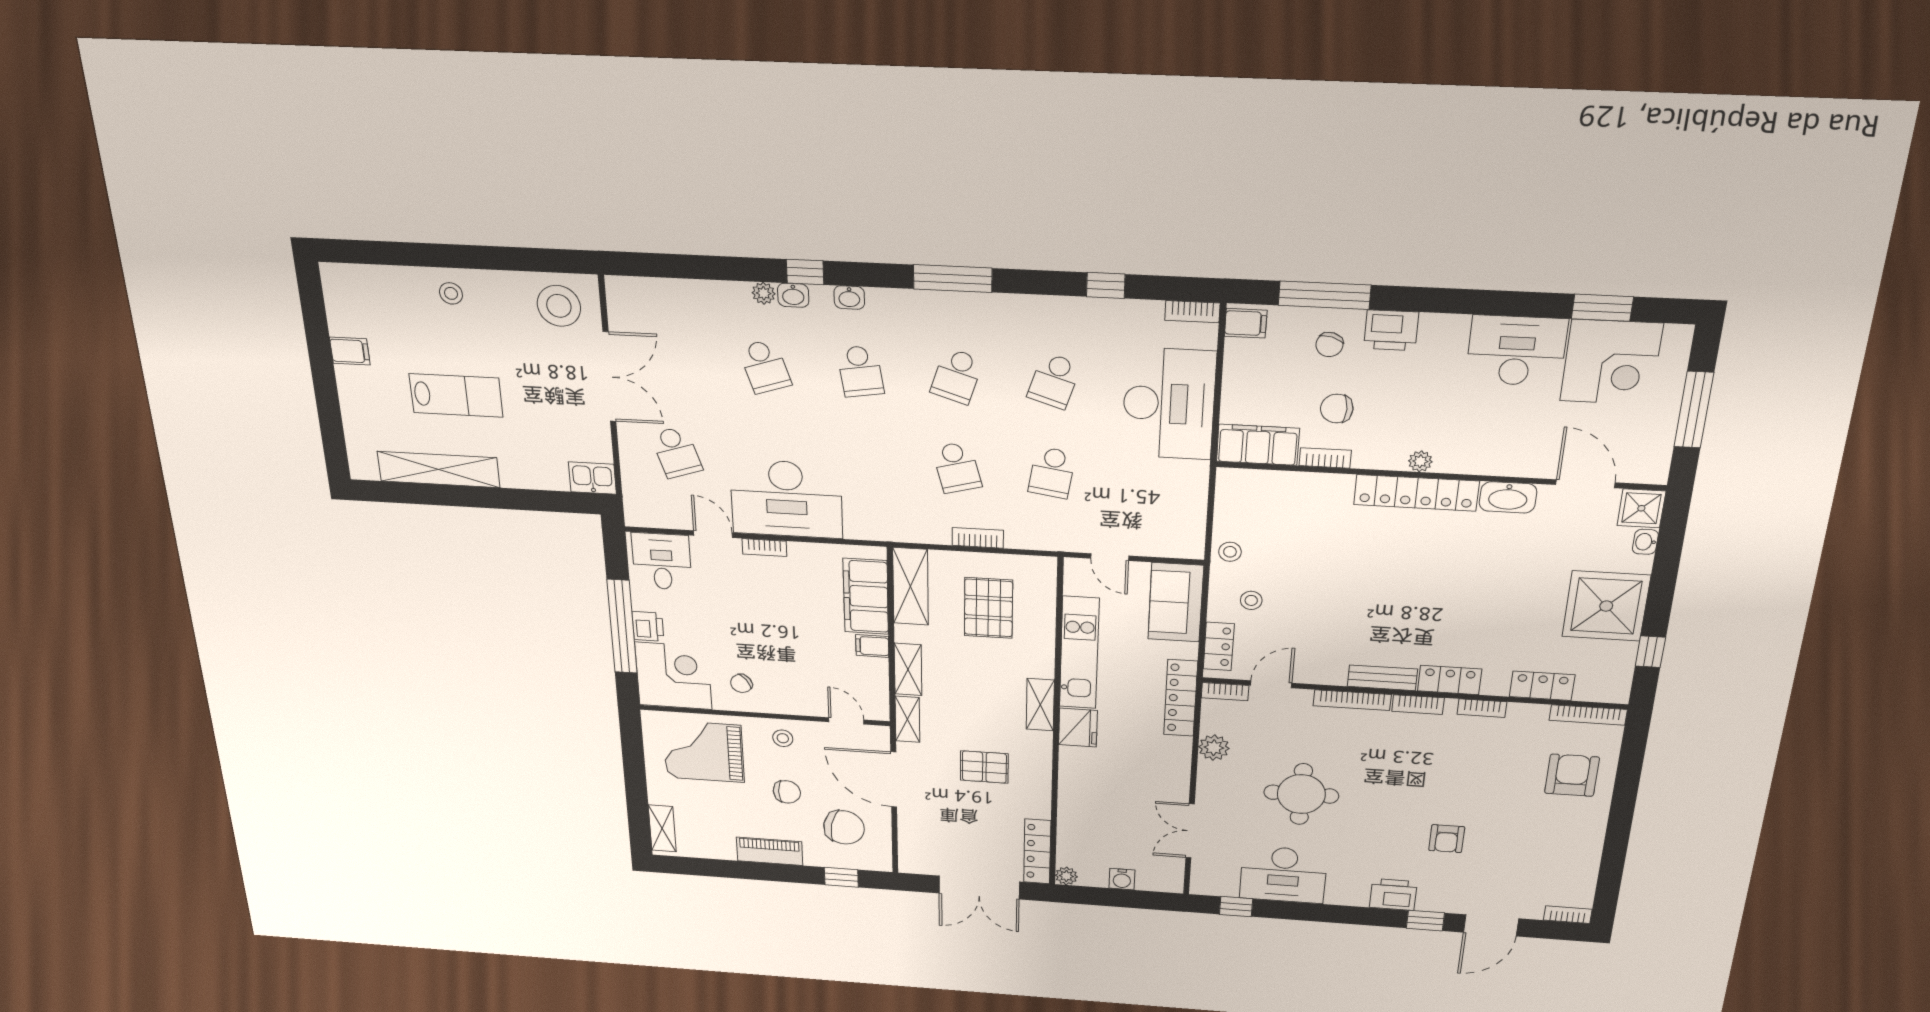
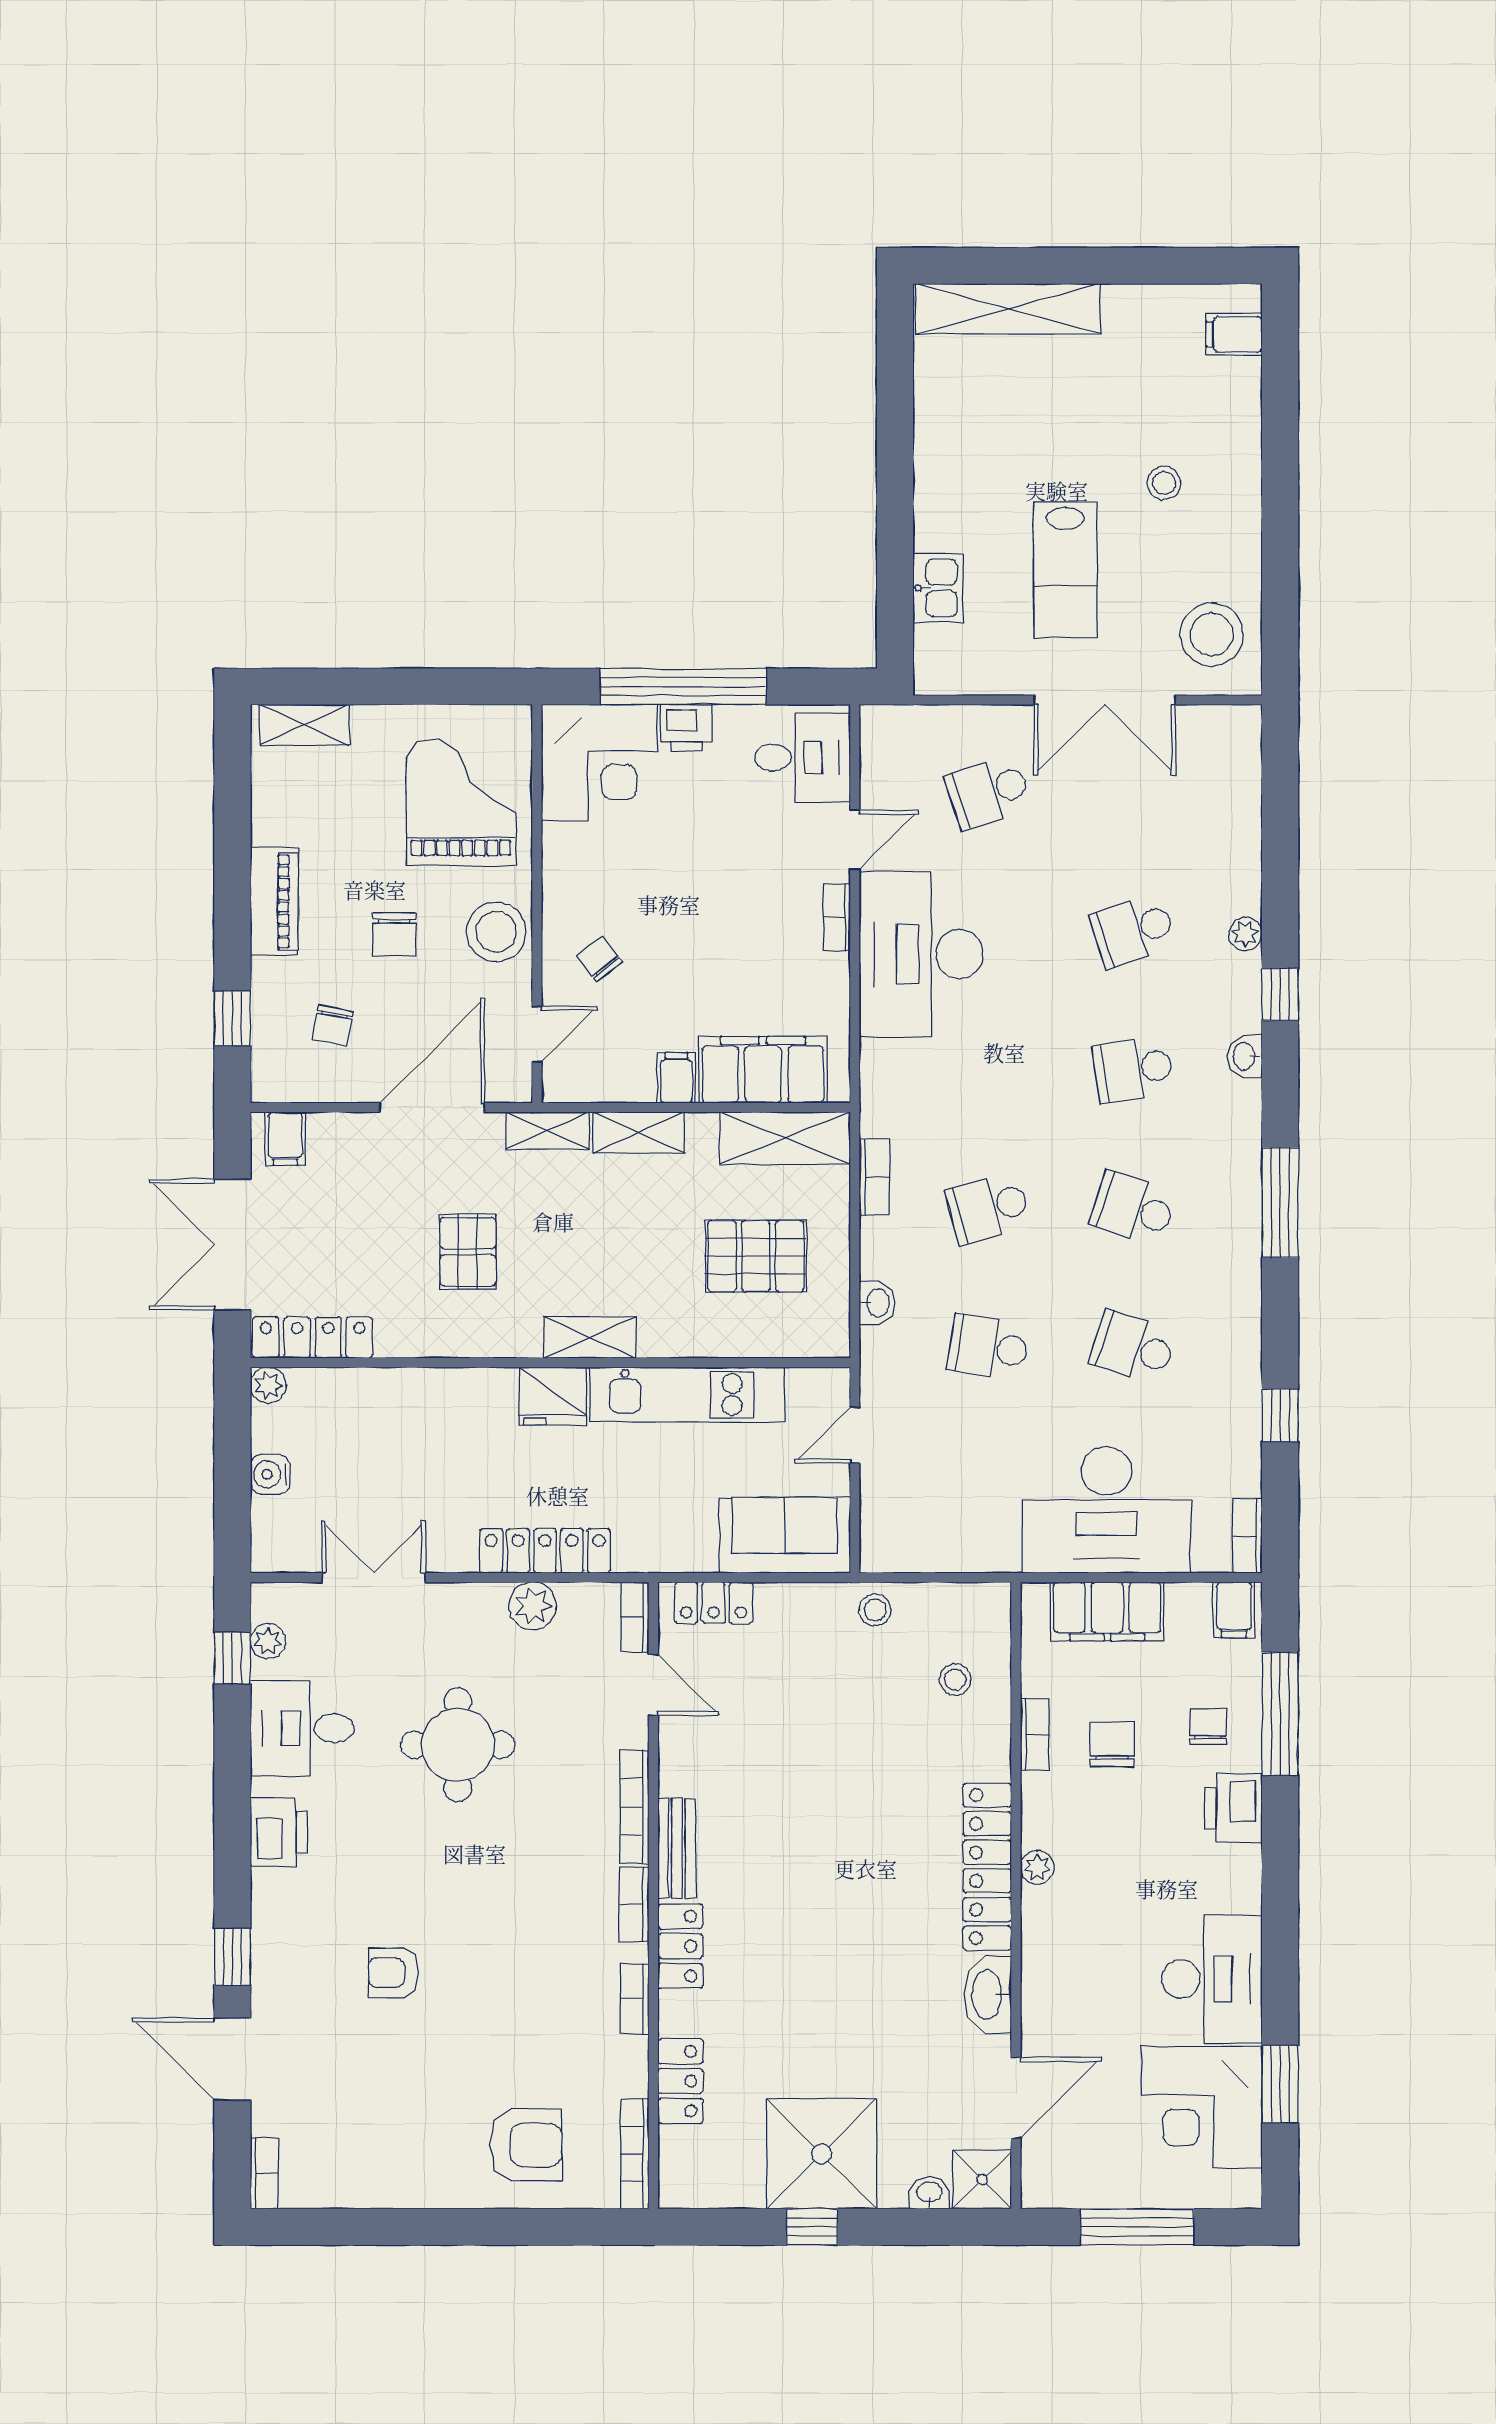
stool: (451, 293) -> (1164, 483), moved
washbasin: (793, 295) -> (877, 1303), moved, turned 180
chair: (1329, 345) -> (1208, 1726), turned 74
filing cabinet: (350, 351) -> (1234, 334), moved, turned 90
lab bench: (456, 395) -> (1065, 570), moved
filing cabinet: (1258, 445) -> (1107, 1611), moved, turned 90
shelving: (439, 469) -> (1008, 309), moved, turned 90
kitchen sink: (592, 478) -> (938, 588), moved
bookcase: (978, 538) -> (874, 1177), moved
stool: (1251, 600) -> (955, 1680), moved
window: (1650, 652) -> (812, 2227), moved
chair: (741, 683) -> (600, 959), moved
locker: (1181, 698) -> (545, 1551), moved
stool: (783, 738) -> (496, 932), width x1.89, depth x1.89
chair: (844, 827) -> (333, 1025), width x0.54, depth x0.54
filing cabinet: (914, 856) -> (285, 1139), added
desk: (1283, 875) -> (302, 1728), width x0.73
plant: (1227, 888) -> (268, 1641), added
printer: (1393, 895) -> (279, 1832), moved

